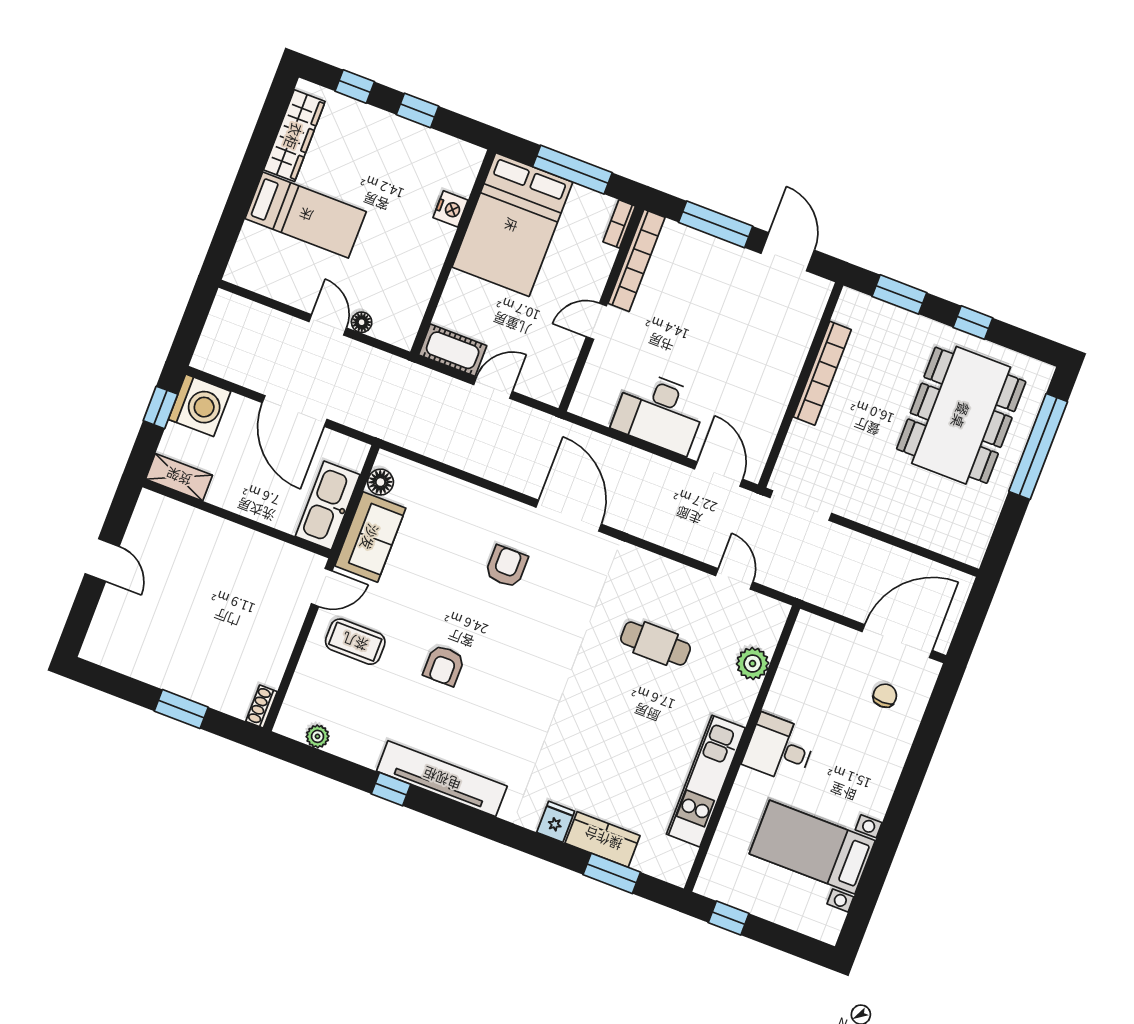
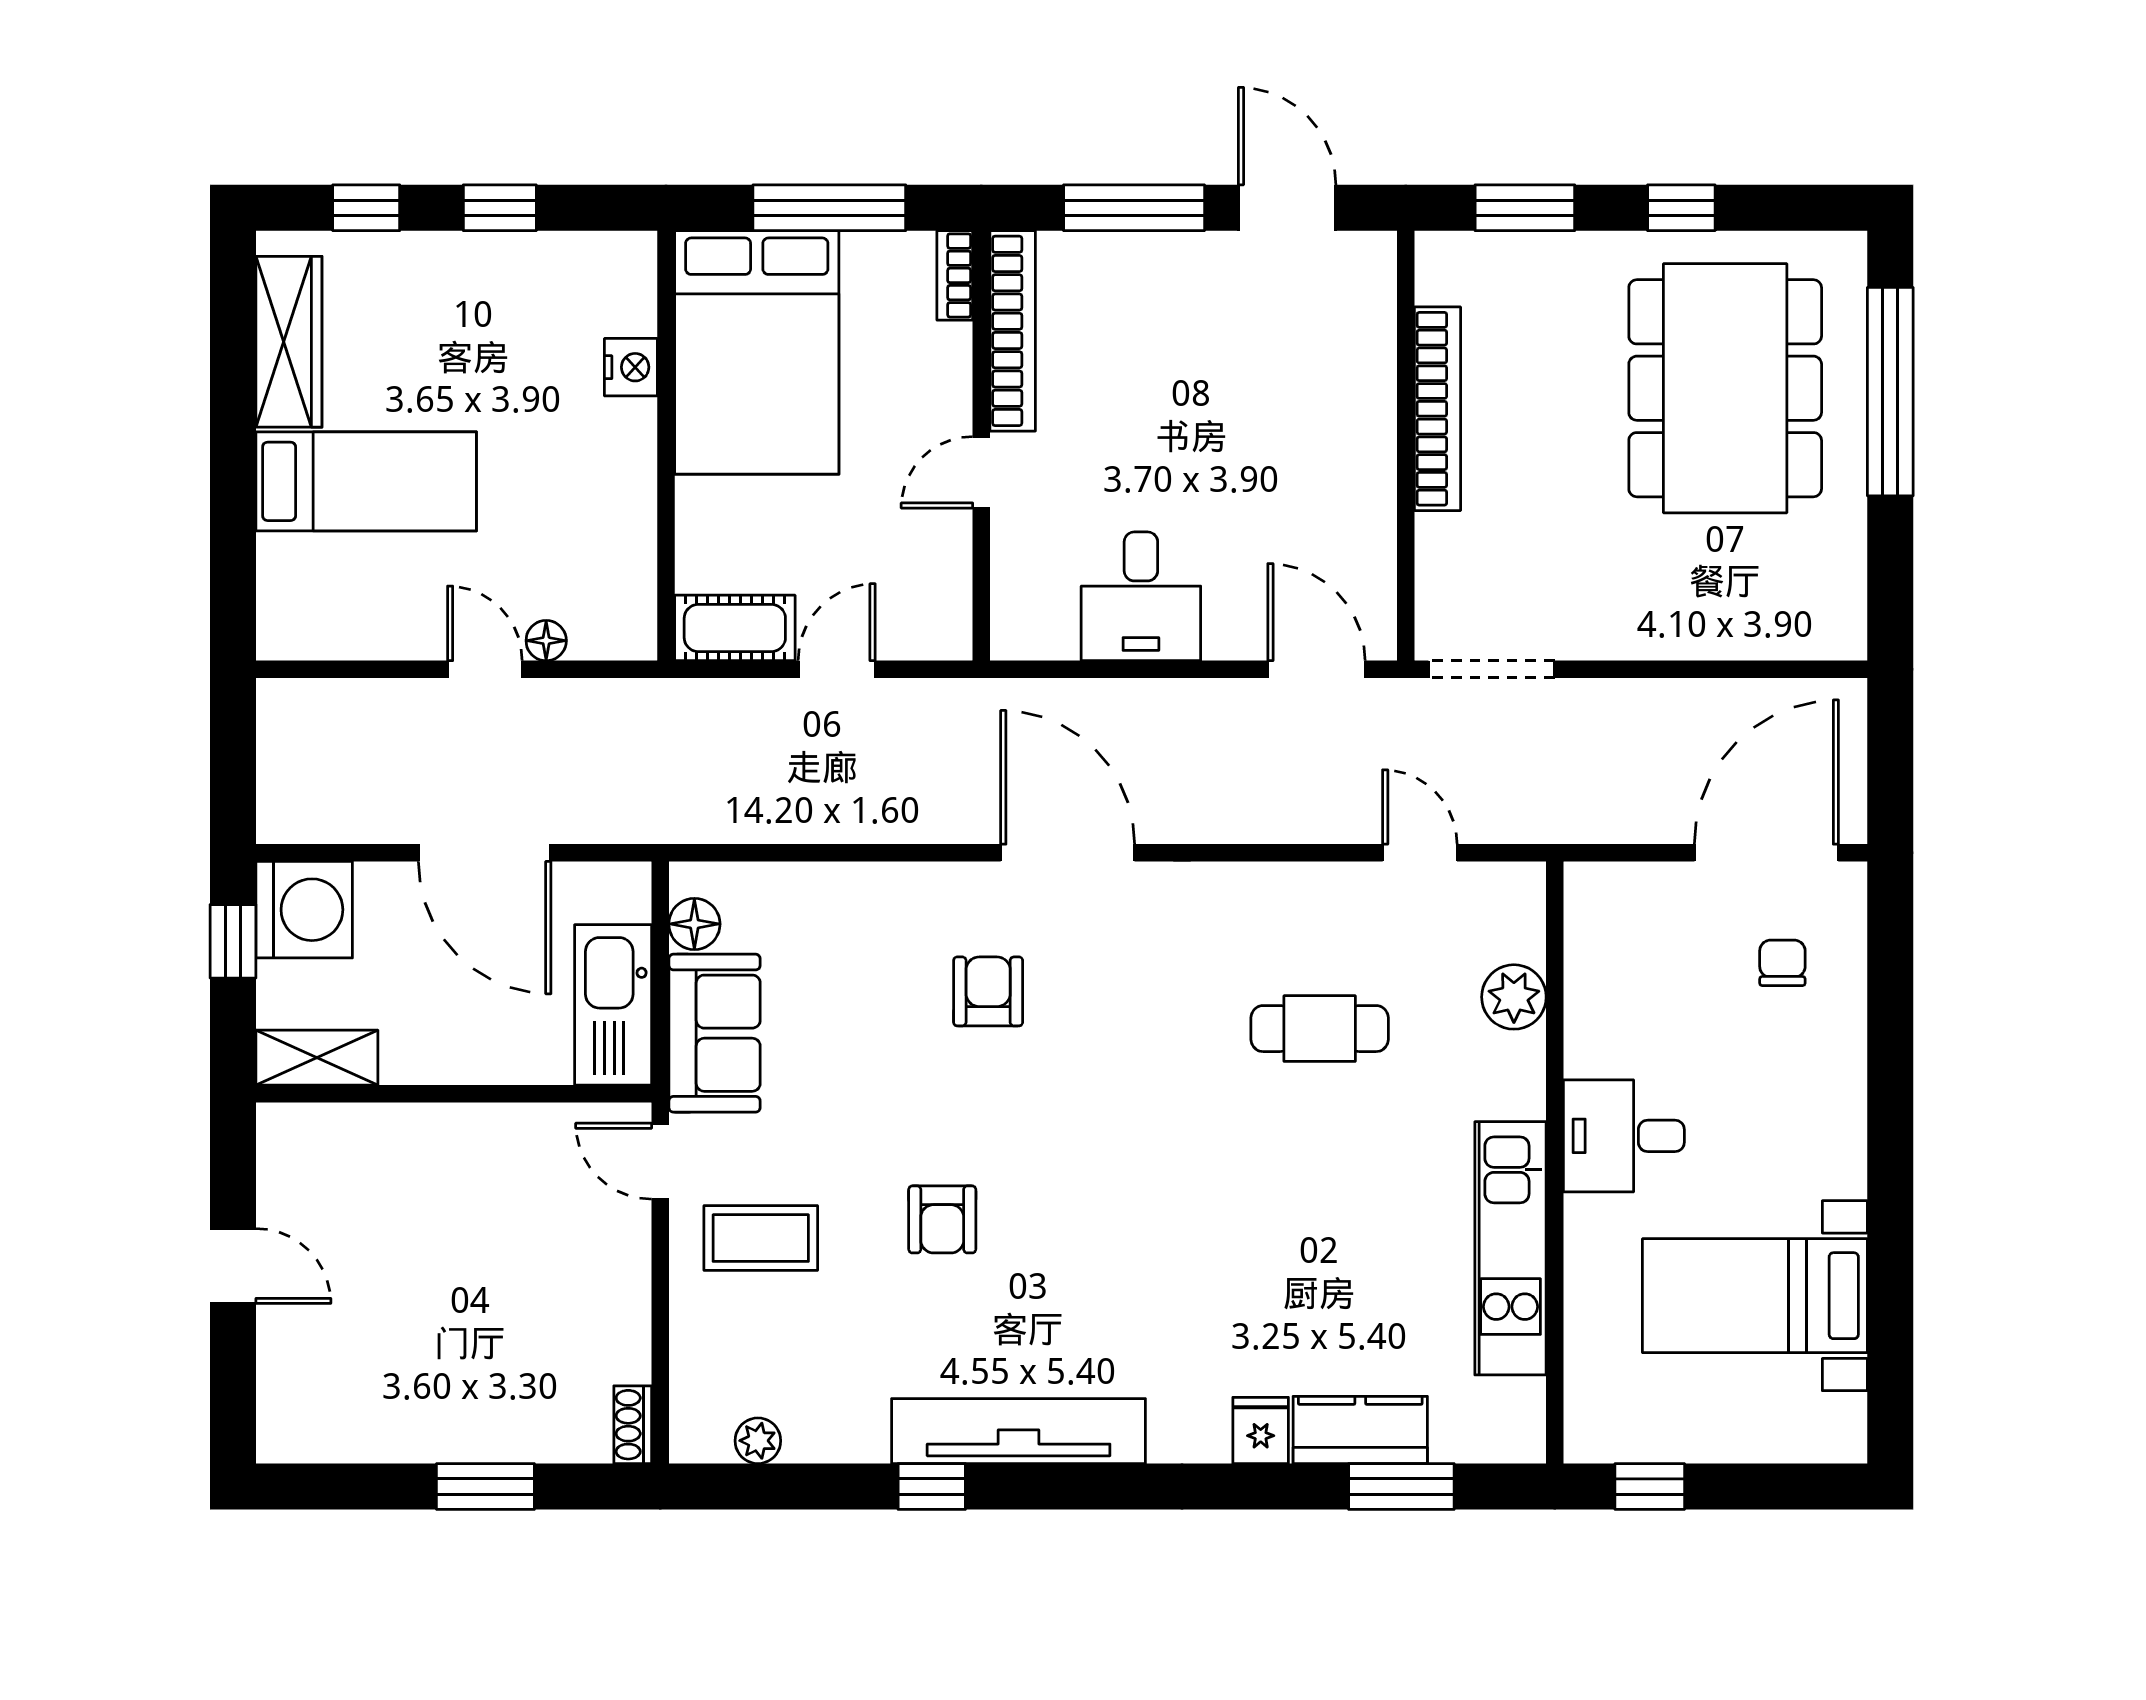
desk: (660, 412) -> (1141, 596), width x0.73
door: (322, 587) -> (660, 1161), swing flipped

